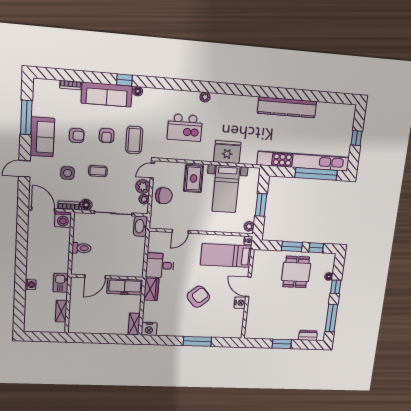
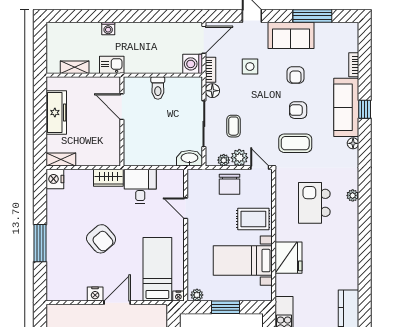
window: (124, 80) -> (365, 109), moved
plant: (205, 97) -> (353, 195), moved
coffee table: (98, 171) -> (234, 126), moved
freezer: (125, 287) -> (56, 113), moved, turned 180

